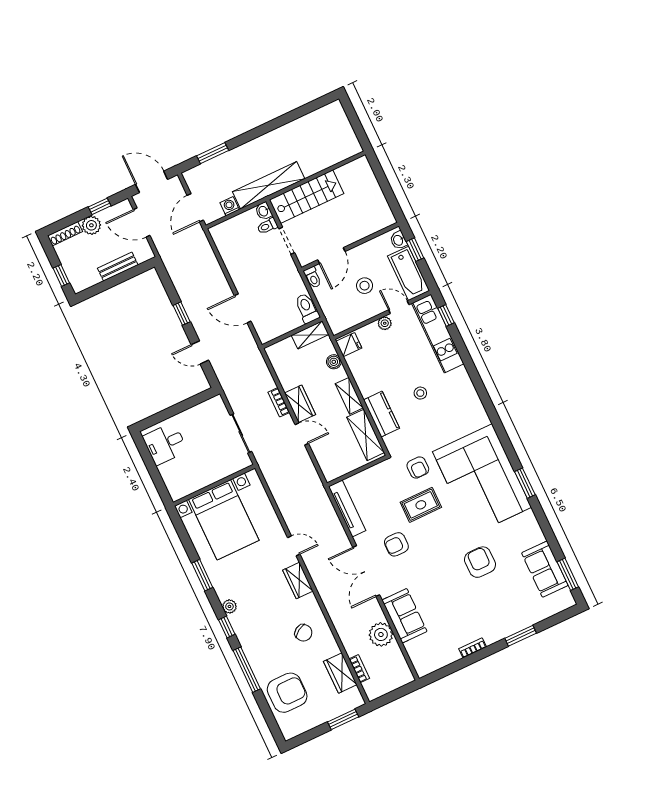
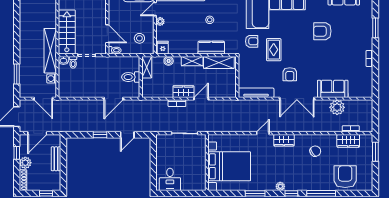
stool: (365, 286) -> (139, 38), moved
toilet: (307, 308) -> (131, 77), moved

